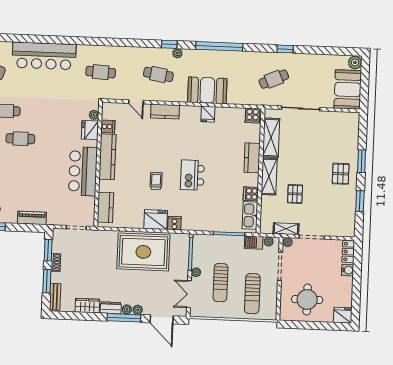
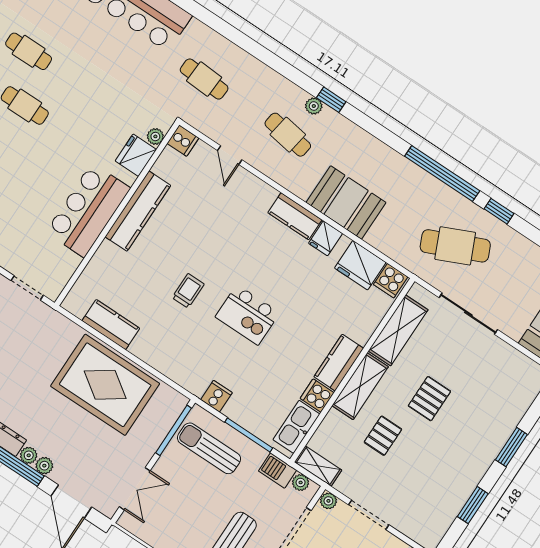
window: (219, 46) -> (442, 173), moved
plant: (177, 53) -> (314, 106), moved
cafe table: (274, 79) -> (455, 246), width x1.37, depth x1.35
kitchen counter: (165, 112) -> (295, 216), moved
cooker: (108, 127) -> (183, 141), moved
kitchen counter: (252, 158) -> (339, 363), moved
pallet: (341, 174) -> (429, 399), moved
kitchen island: (192, 175) -> (247, 315), turned -90
kitchen counter: (105, 207) -> (111, 325), moved, turned -90
fridge: (156, 220) -> (360, 265), moved, turned 180
cooker: (174, 223) -> (216, 396), moved
shelving: (286, 229) -> (318, 466), moved
plant: (196, 272) -> (165, 463), removed
sun lounger: (221, 283) -> (209, 448), moved, turned 90
double door: (189, 294) -> (135, 489), swing flipped

